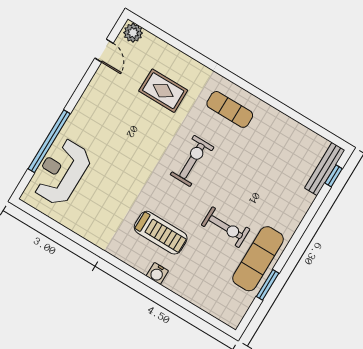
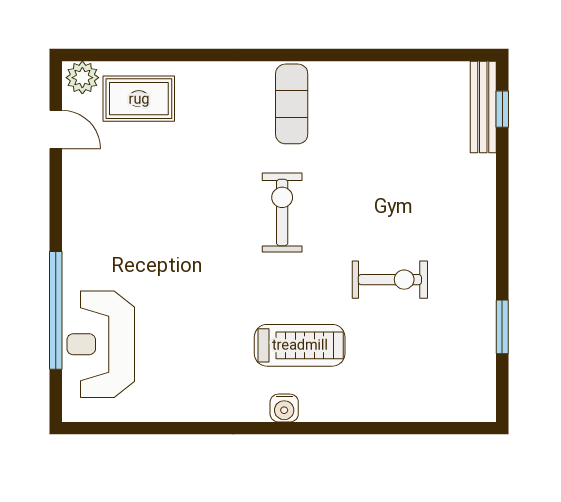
rug: (163, 91) -> (139, 99), moved
exercise mat: (230, 109) -> (292, 104), turned 90
exercise mat: (258, 259) -> (465, 297), removed
water cooler: (157, 273) -> (284, 408), moved

